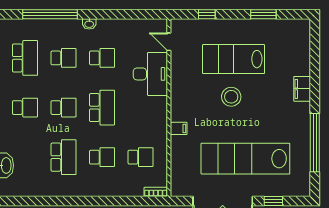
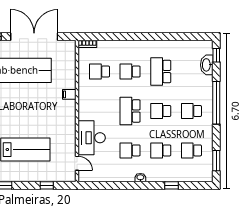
window: (50, 14) -> (172, 185), width x0.32
school desk: (25, 58) -> (191, 150), width x0.54
stool: (231, 97) -> (27, 120), removed

